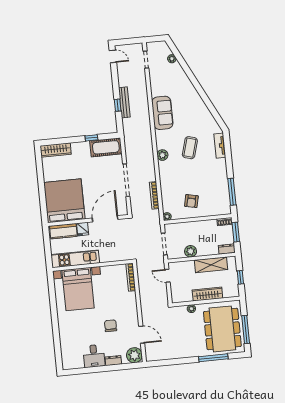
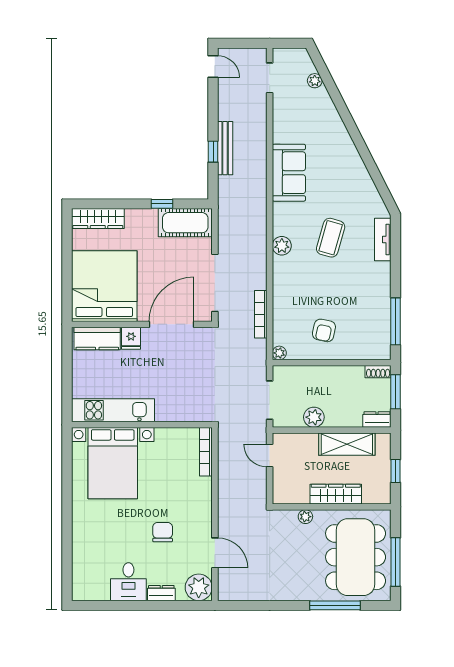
bed: (64, 201) -> (104, 286), moved
door: (105, 219) -> (172, 324), moved
wall: (88, 220) -> (142, 324), moved
fridge: (83, 229) -> (131, 338), moved
kitchen counter: (63, 231) -> (97, 338), moved

